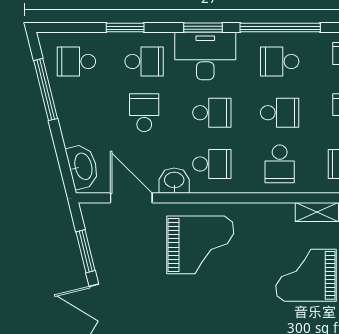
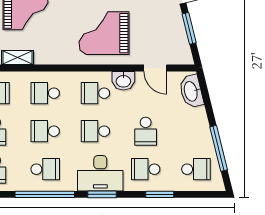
school desk: (280, 164) -> (45, 93), turned -90
door: (131, 198) -> (155, 68), width x0.73

